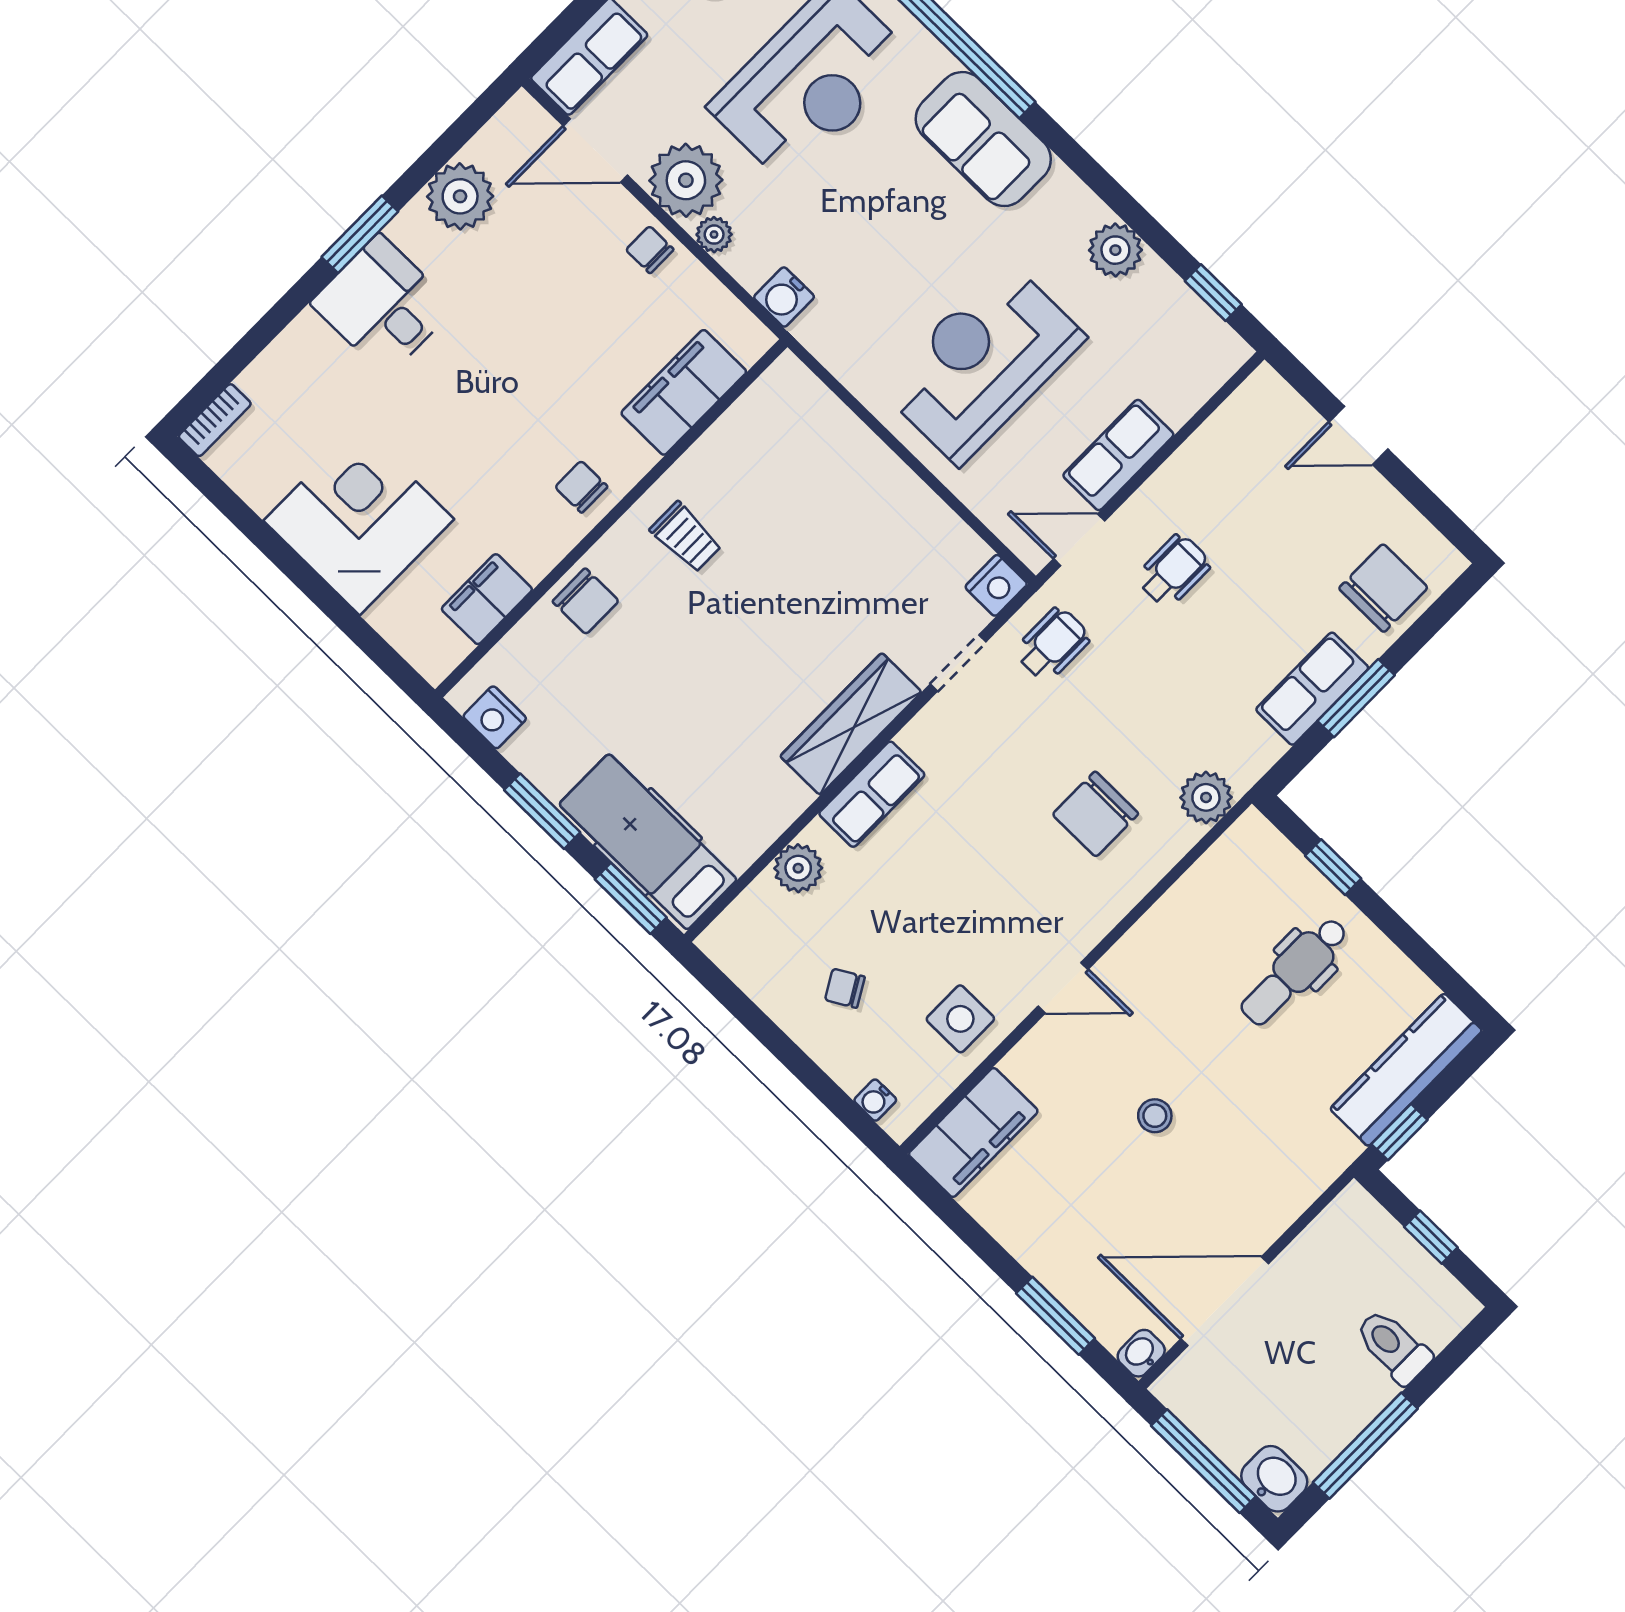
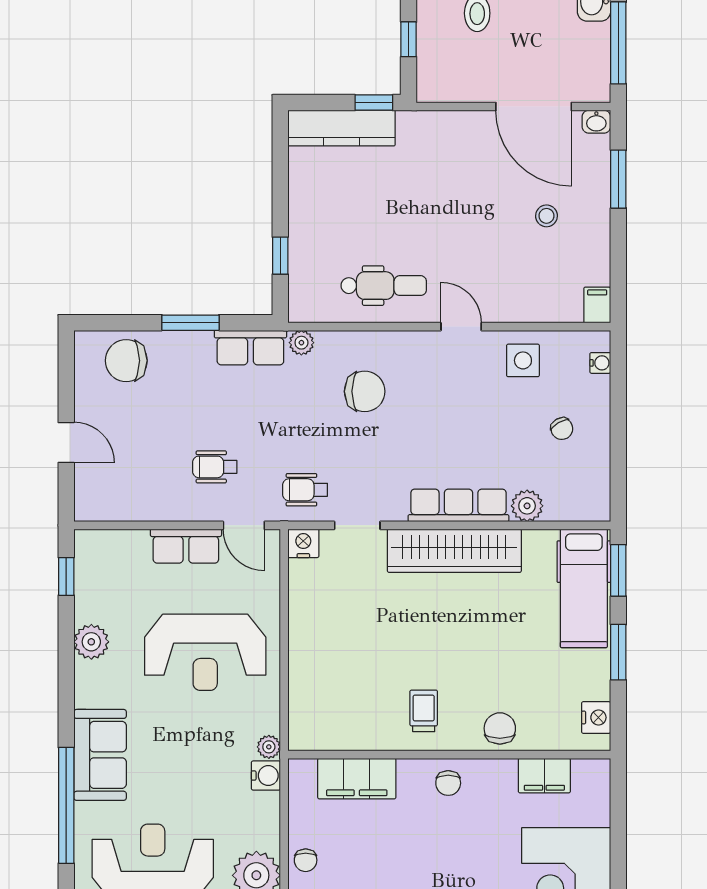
plant: (714, 235) -> (269, 747), moved
row of seats: (1312, 689) -> (250, 348), moved
wardrobe: (851, 724) -> (454, 551), width x1.40, depth x1.17
row of seats: (872, 794) -> (458, 505), width x1.48
plant: (1206, 797) -> (301, 343), width x0.73, depth x0.73
dental chair: (1294, 971) -> (384, 286), moved
stool: (1155, 1116) -> (546, 216), moved
filing cabinet: (973, 1133) -> (597, 305), width x0.33, depth x0.86

